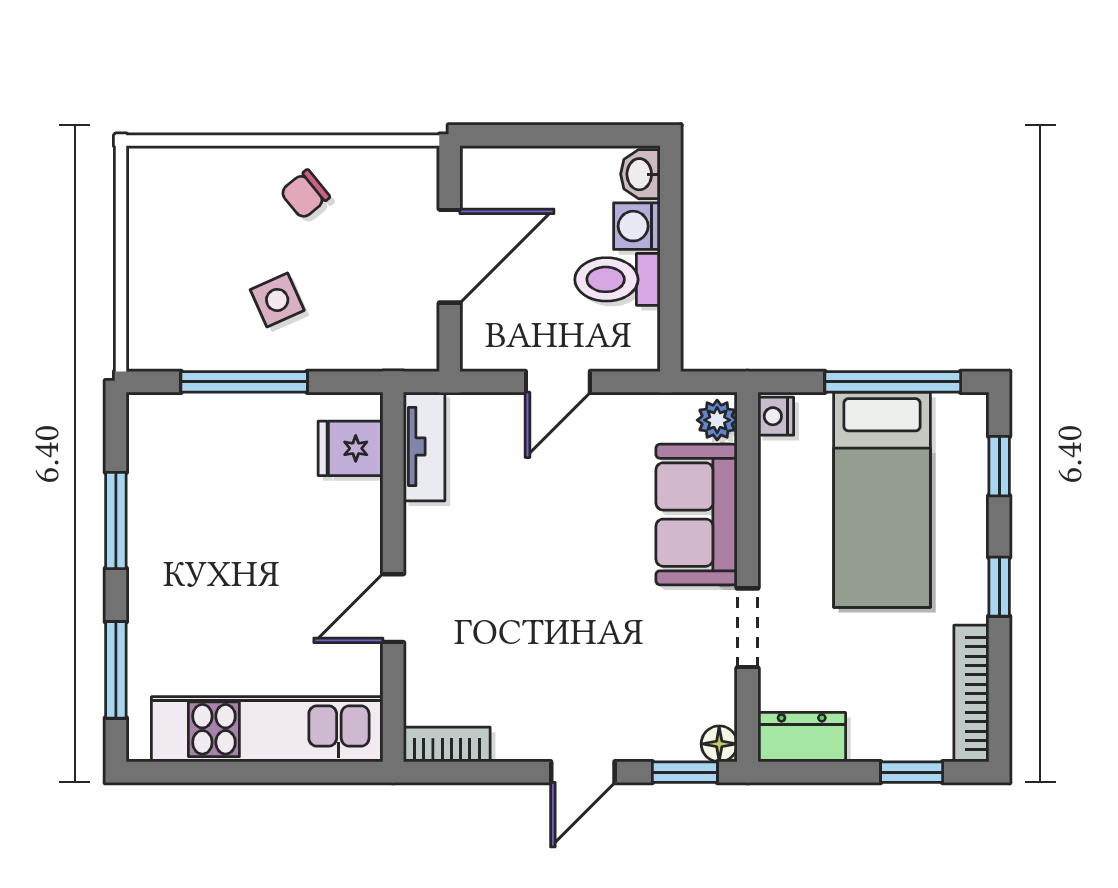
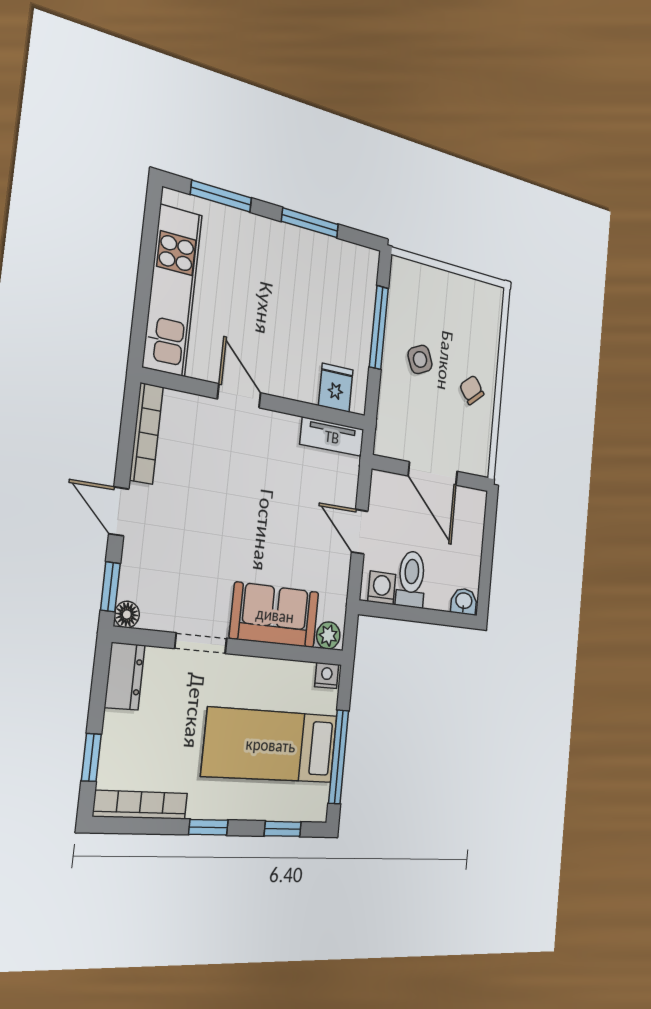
washing machine: (637, 226) -> (382, 588), moved
bookcase: (447, 745) -> (146, 433), width x1.56

